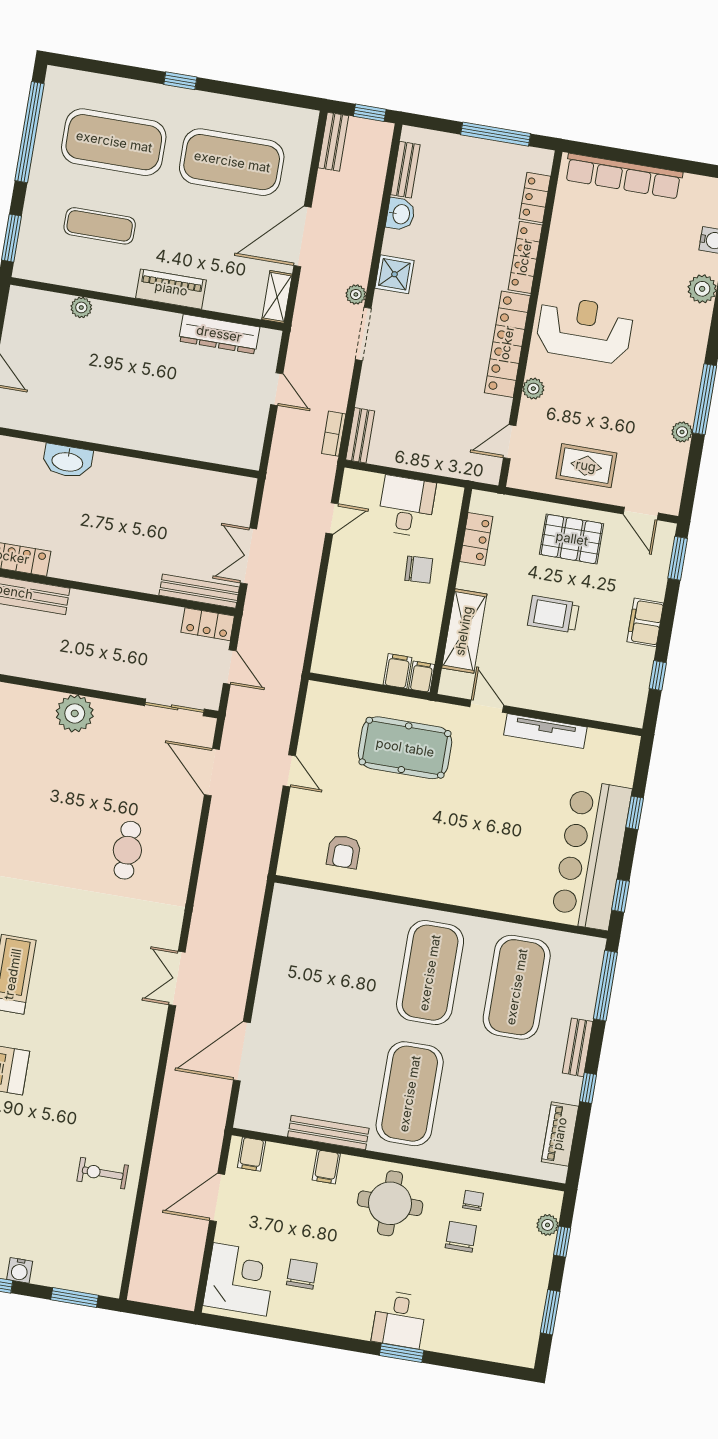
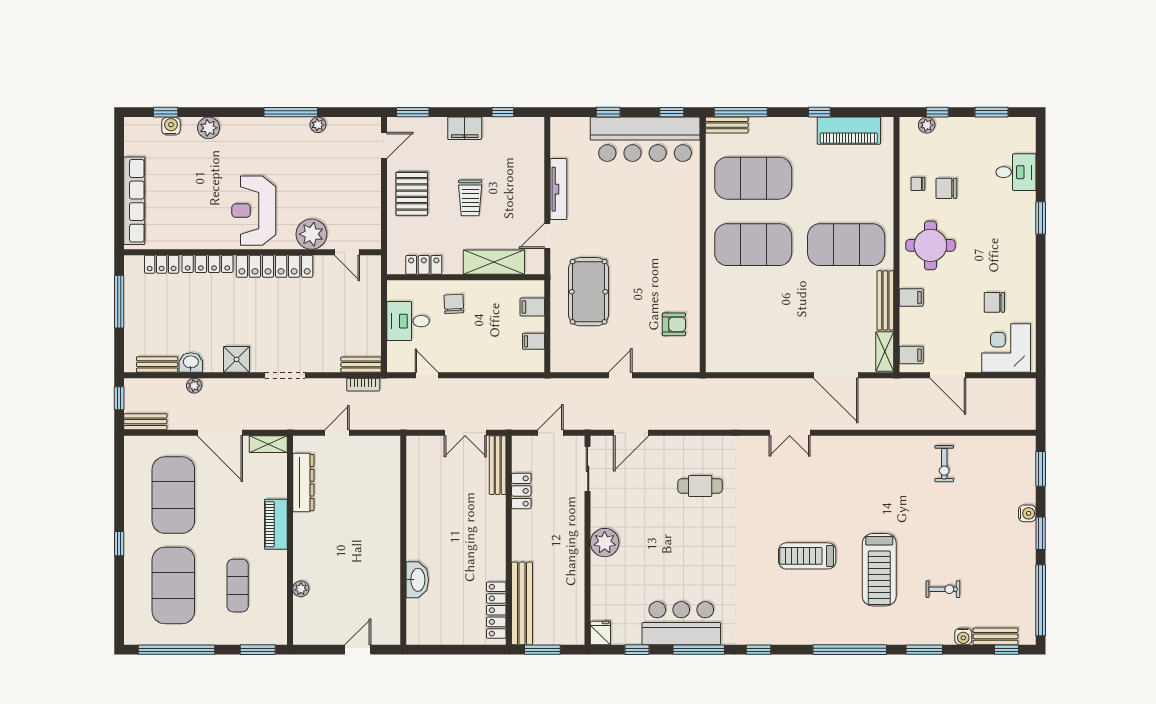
plant: (356, 294) -> (194, 386), moved
plant: (533, 389) -> (311, 234), width x1.87, depth x1.87
rug: (586, 466) -> (355, 192), removed
locker: (208, 624) -> (521, 491), moved
filing cabinet: (422, 677) -> (533, 341), moved
bench: (578, 1047) -> (727, 125), moved
shelving: (262, 1120) -> (885, 352), added
piano: (560, 1134) -> (849, 131), width x1.37, depth x1.33
desk: (399, 1319) -> (1016, 172), moved

